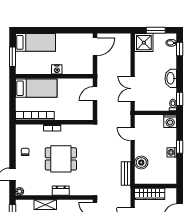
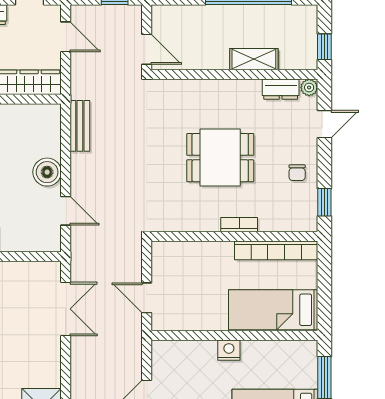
door: (95, 94) -> (147, 298), swing flipped
window: (12, 138) -> (324, 202), added
boiler: (141, 163) -> (47, 172), moved
dresser: (61, 191) -> (281, 89), moved

